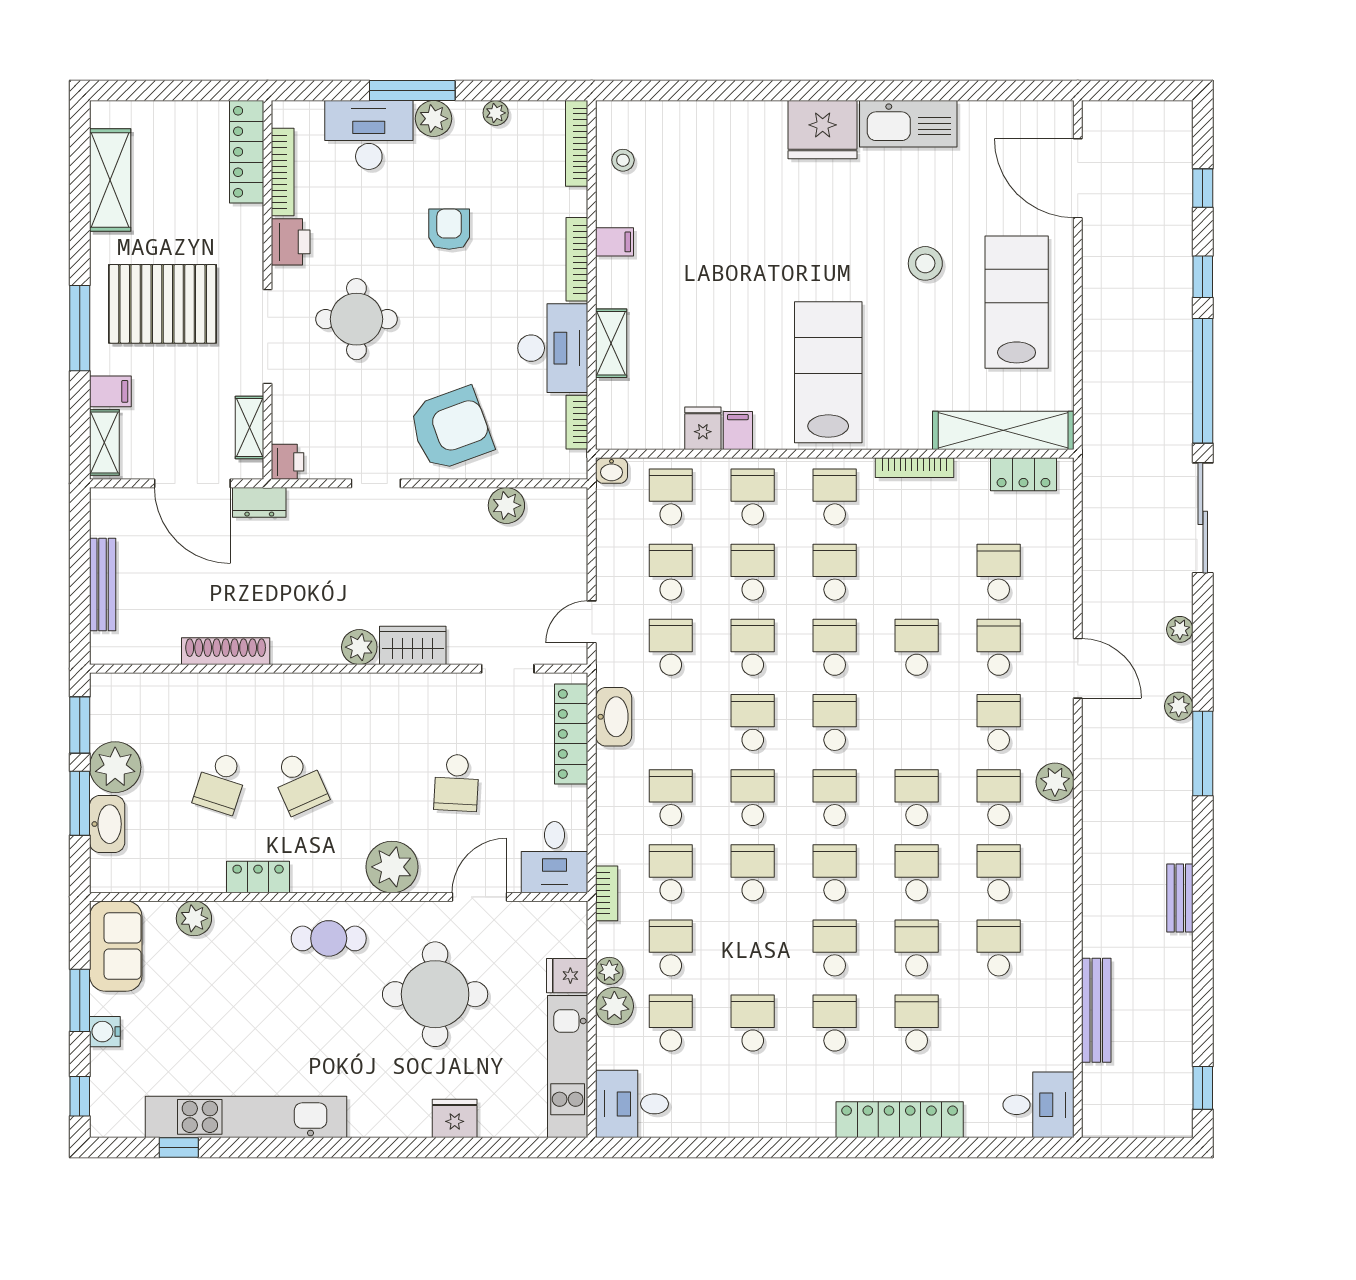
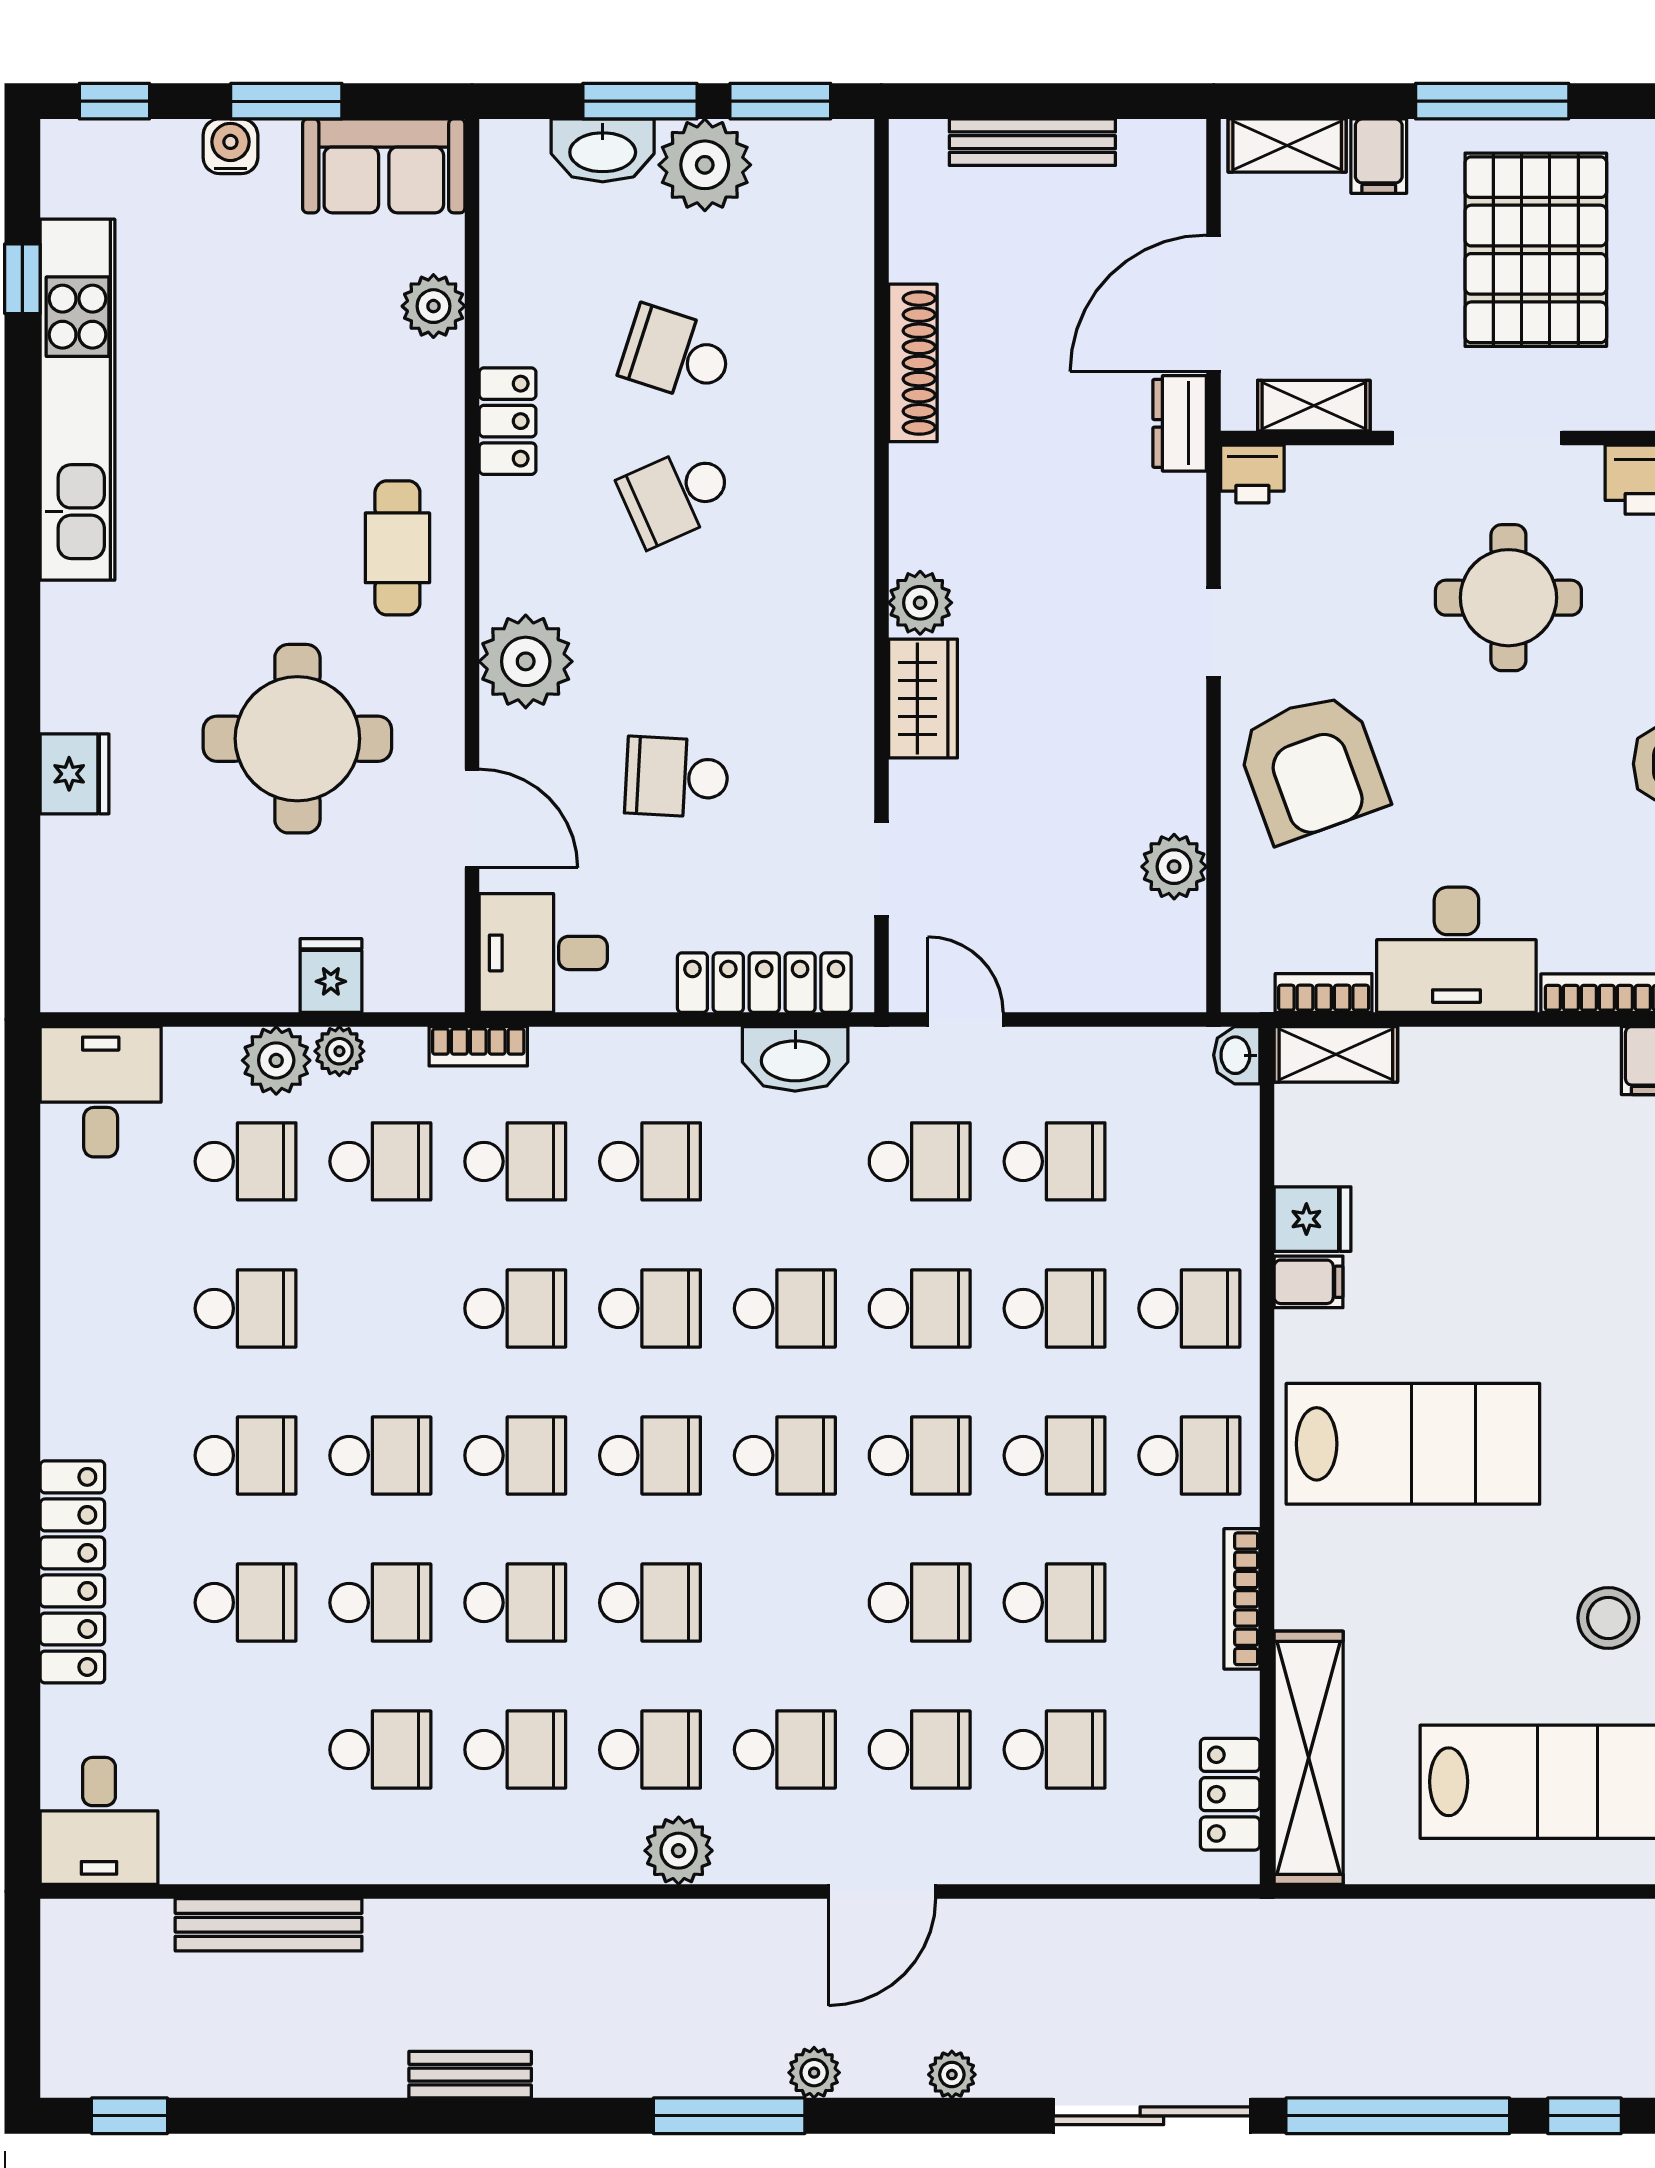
shelving: (611, 343) -> (1336, 1054), moved
school desk: (671, 497) -> (1055, 1603), moved
kitchen unit: (568, 1066) -> (168, 976), removed

